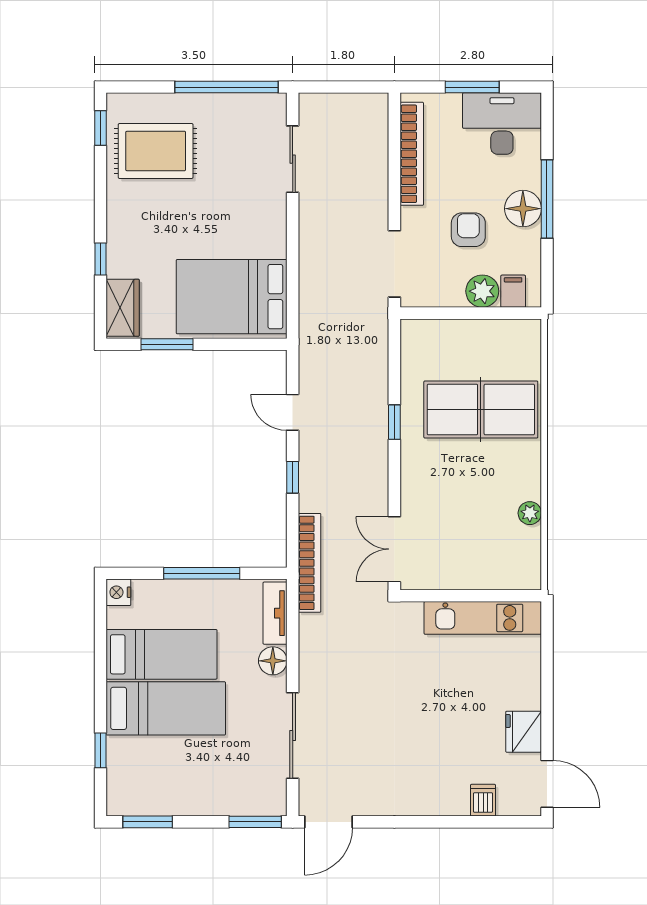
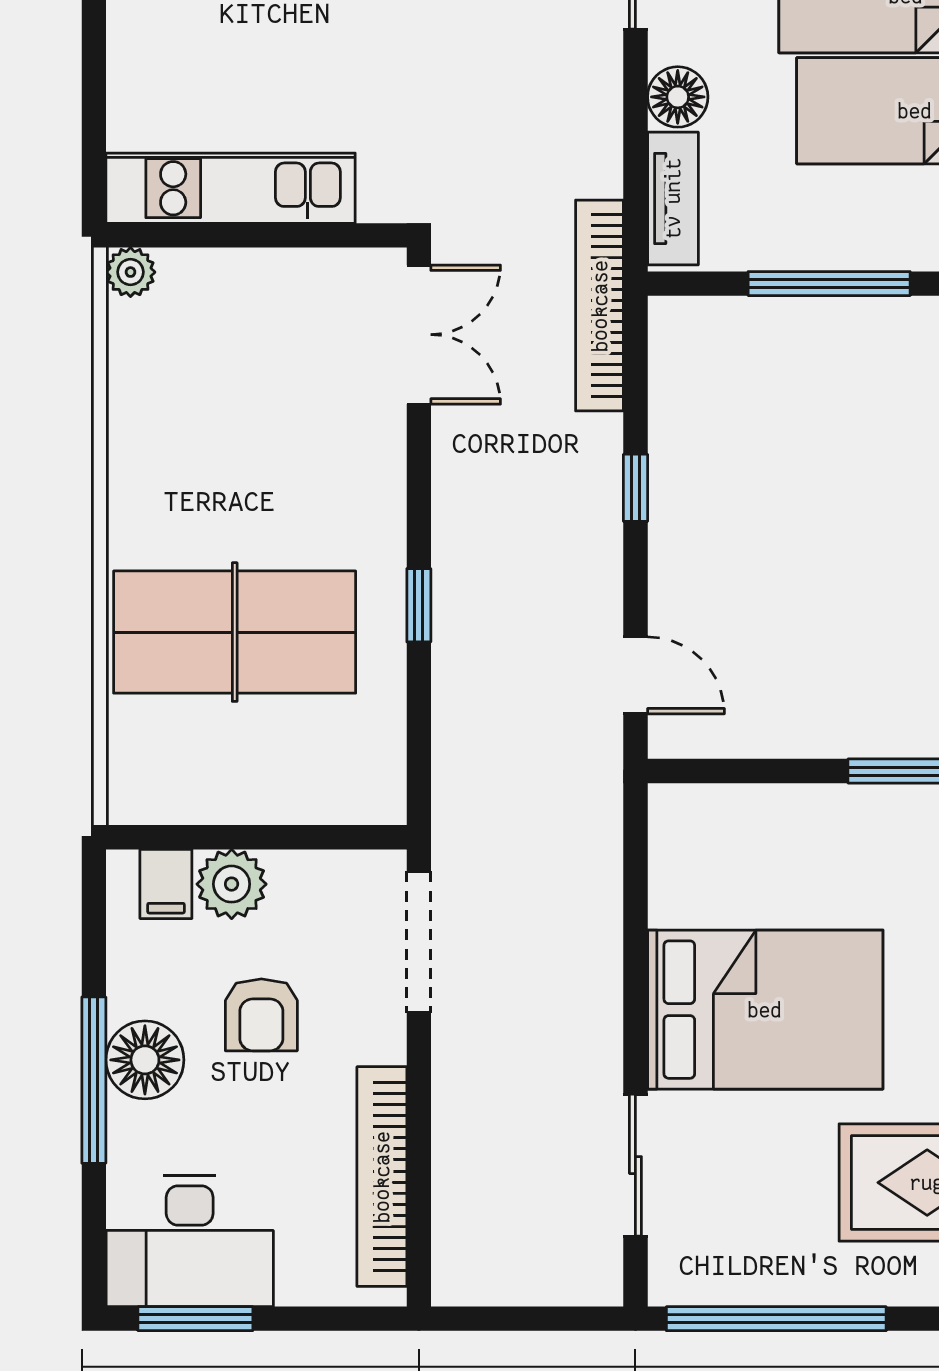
window: (472, 87) -> (195, 1319), moved
bed: (232, 297) -> (765, 1010), moved
door: (293, 412) -> (635, 675), moved
plant: (530, 513) -> (130, 272), moved

